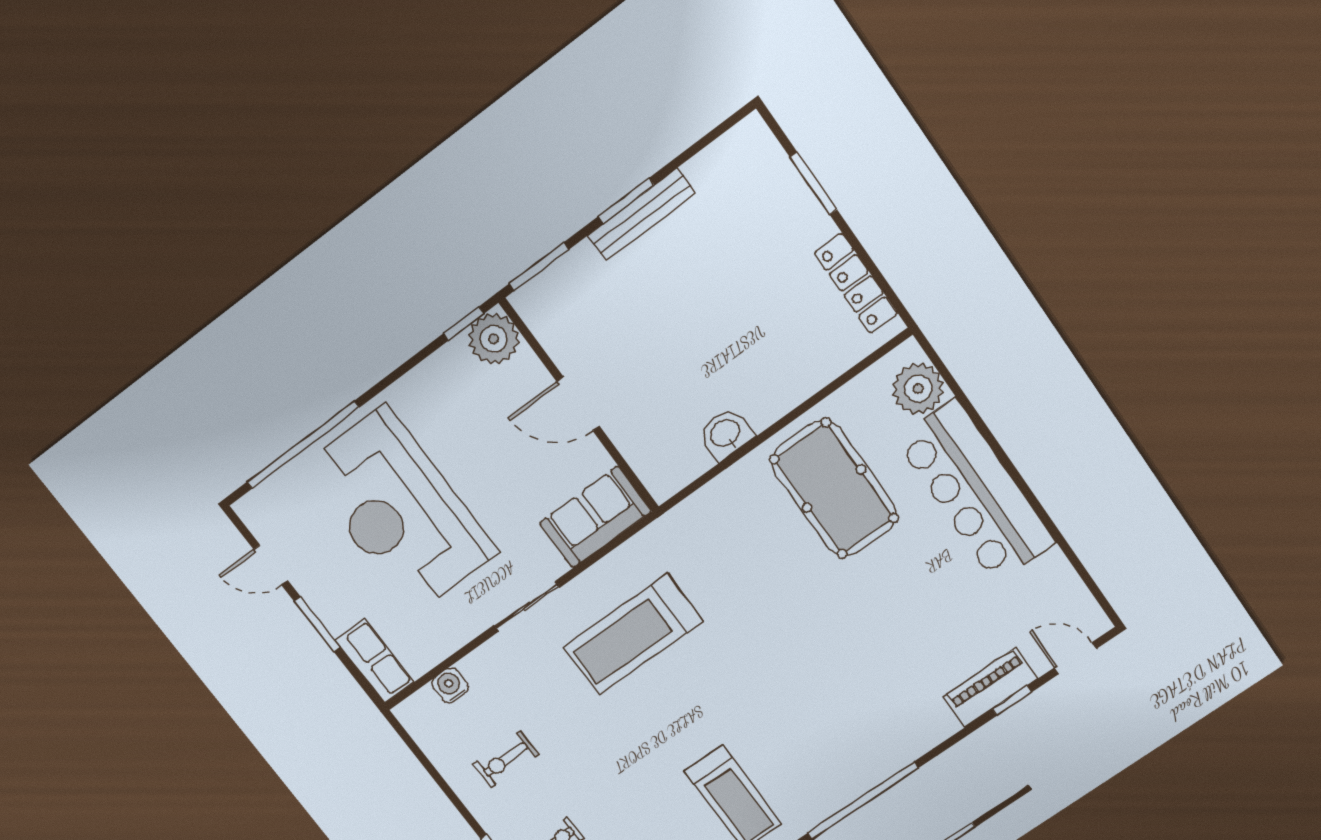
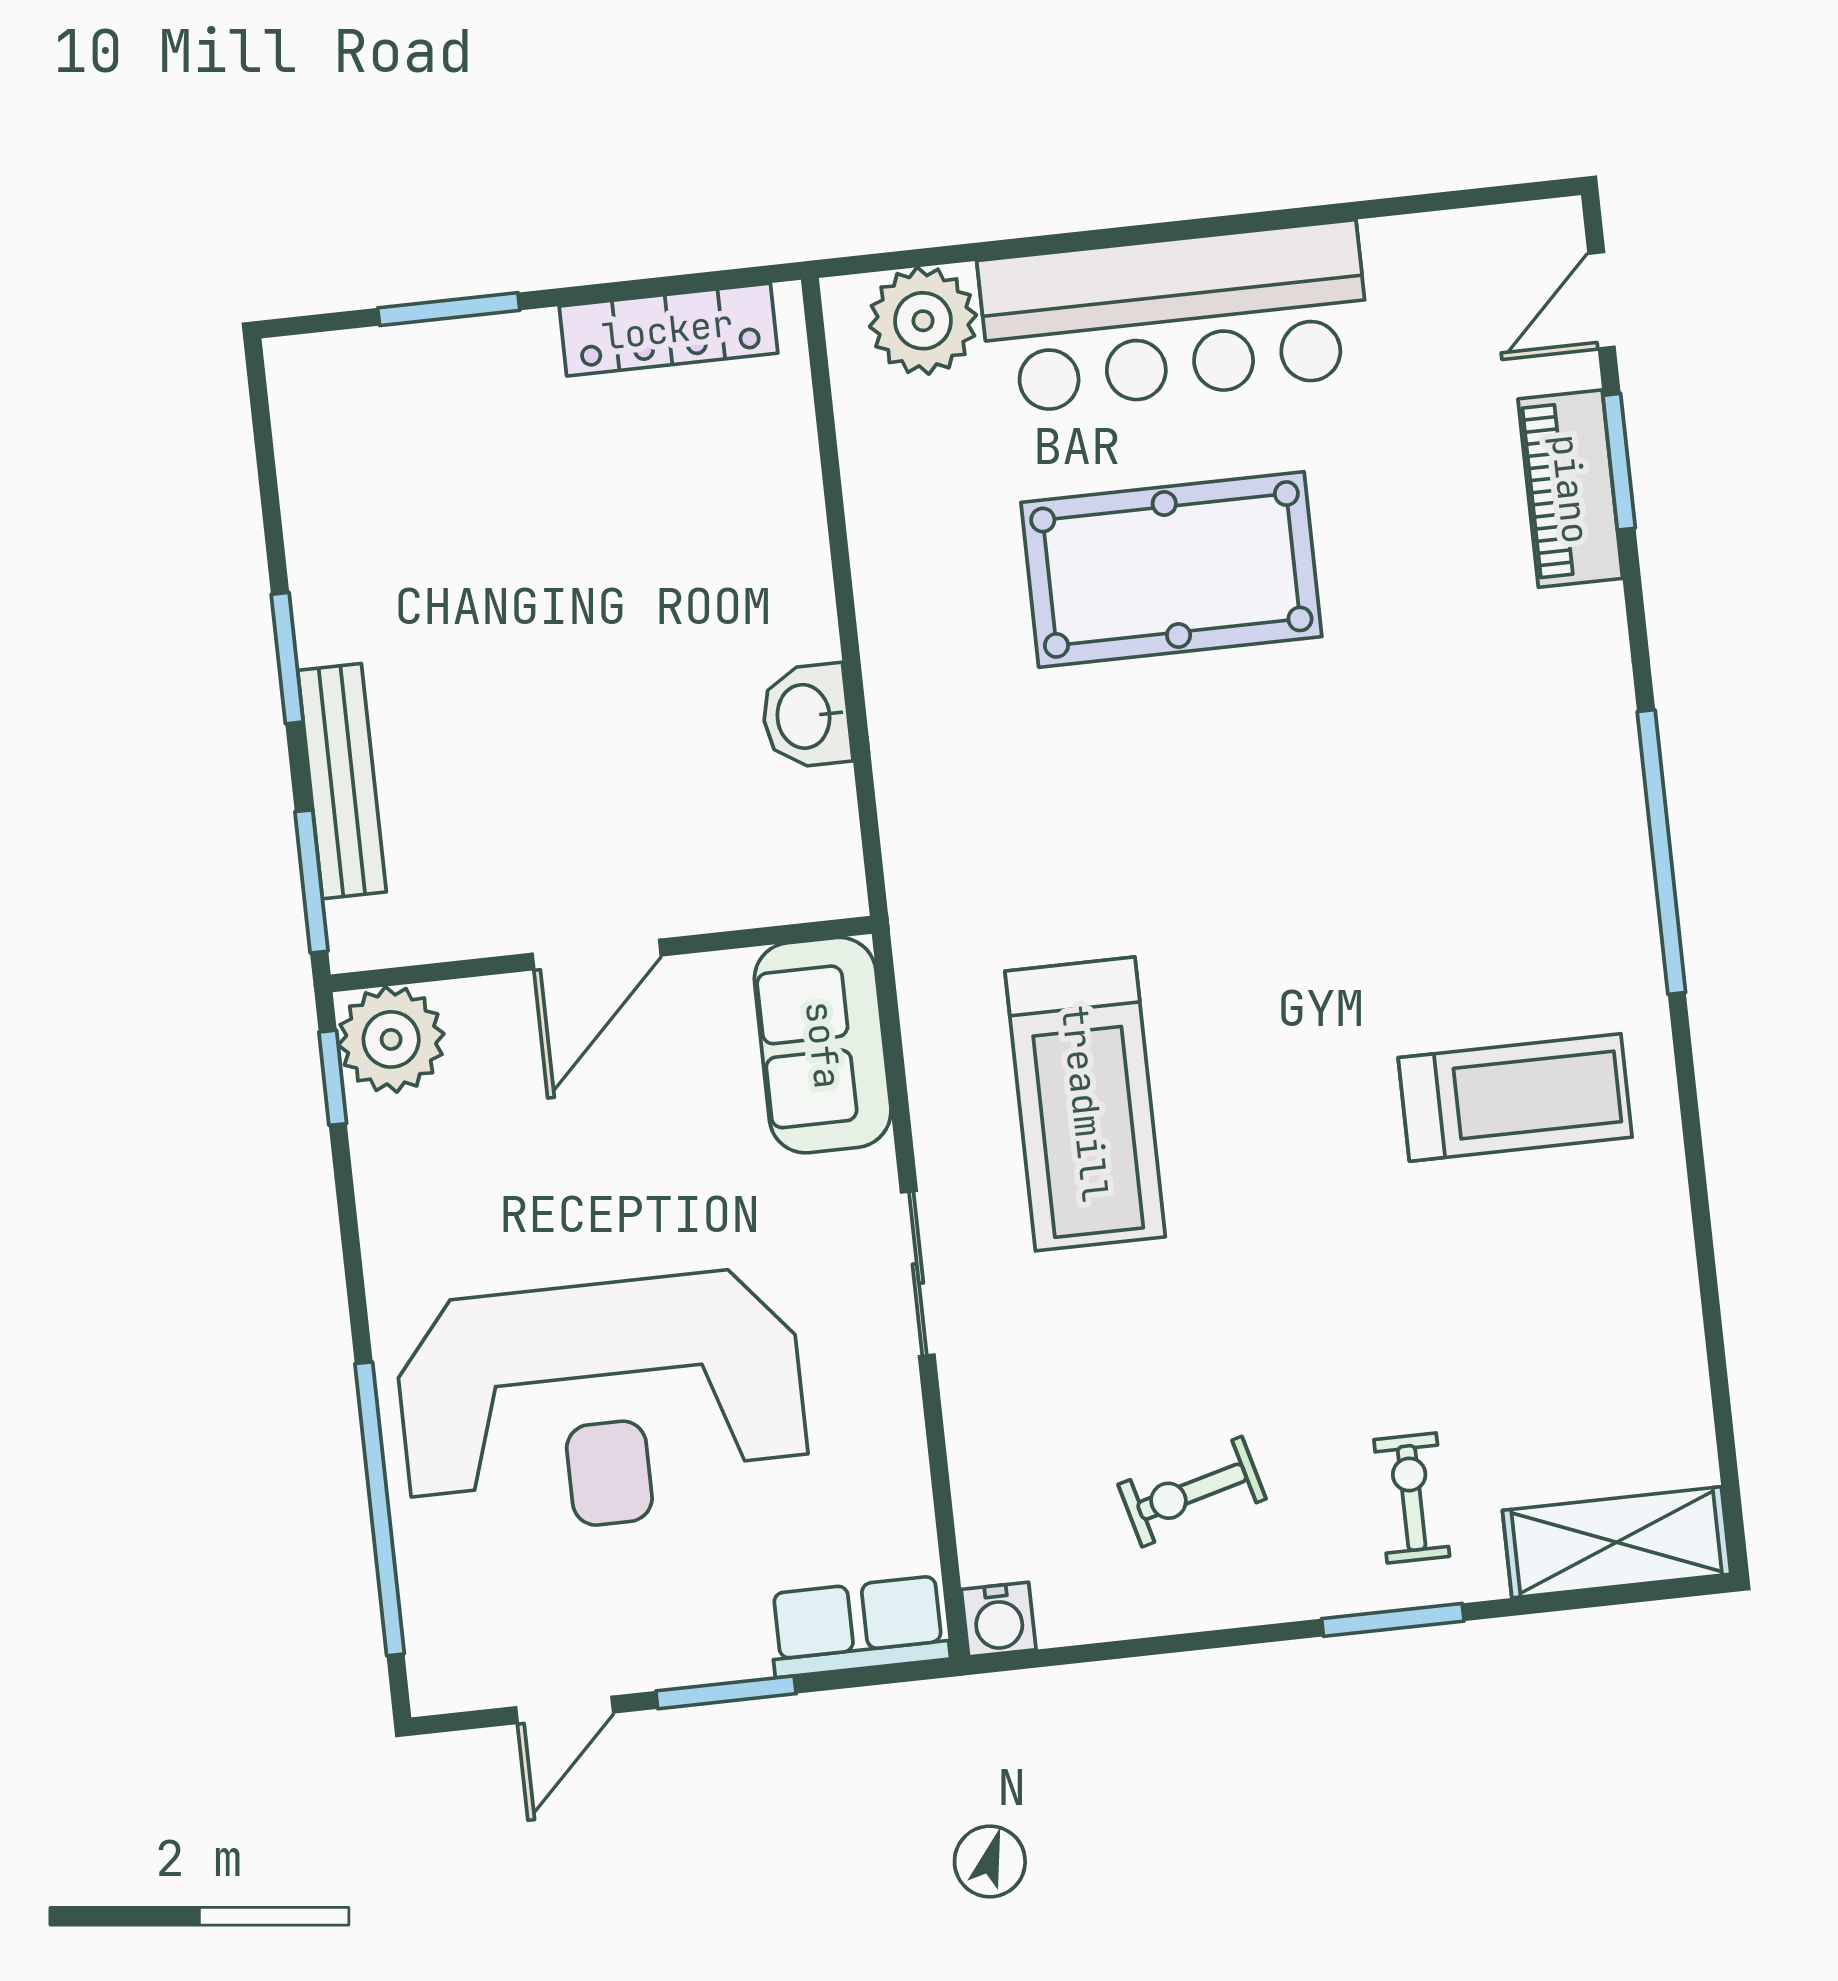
bench: (642, 215) -> (342, 781), moved
pool table: (834, 489) -> (1171, 569), moved
water cooler: (450, 685) -> (999, 1620), moved, turned -90
window: (1012, 701) -> (1619, 462), width x1.50
exercise bike: (506, 759) -> (1192, 1492), turned 75

